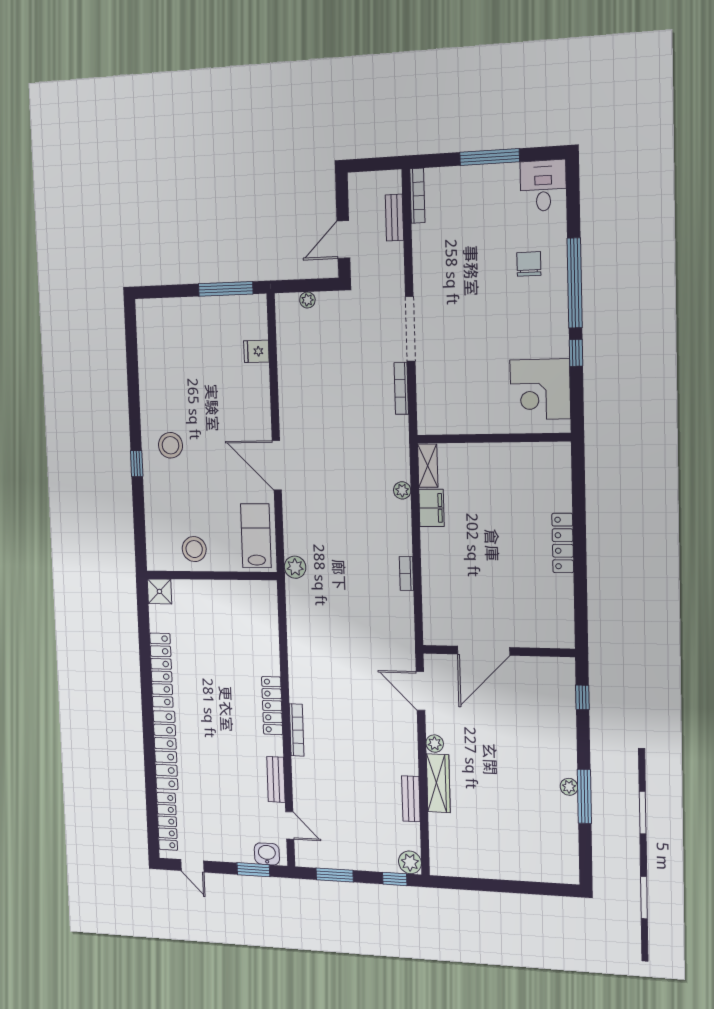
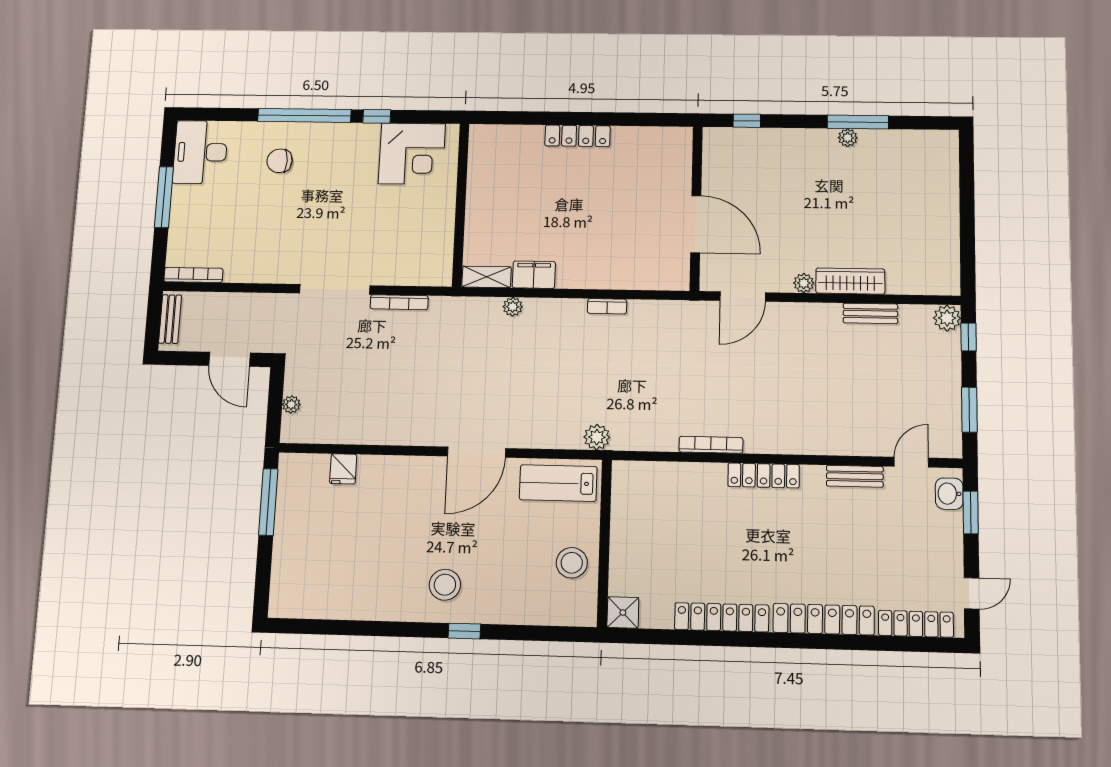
desk: (543, 186) -> (200, 152), width x1.37
bench: (394, 218) -> (170, 319), moved, turned 90
bookcase: (297, 730) -> (711, 445), moved

